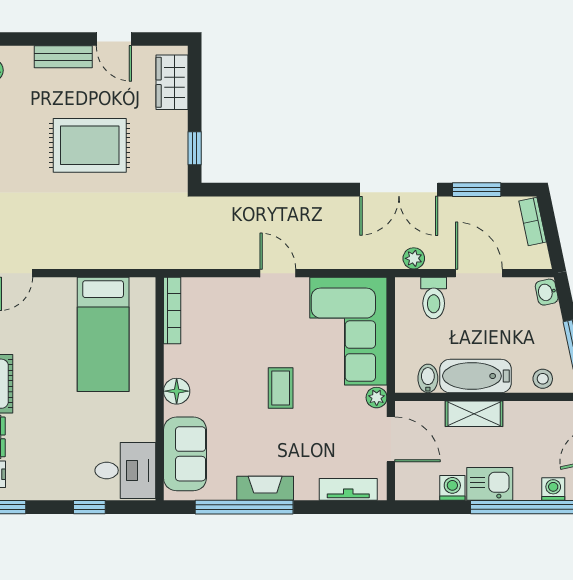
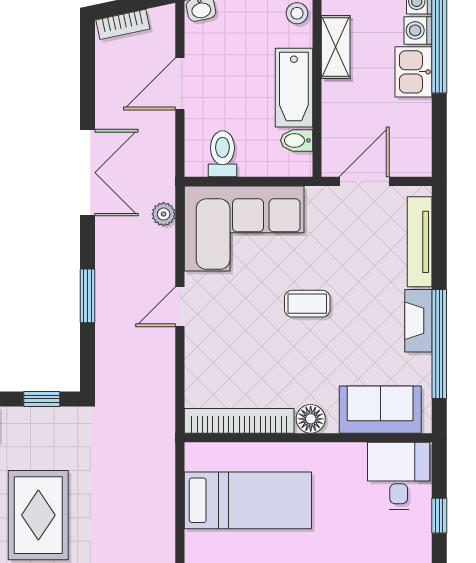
window: (477, 190) -> (87, 296), moved
plant: (414, 258) -> (164, 214), moved
toilet: (434, 298) -> (222, 154), moved, turned -90
bookcase: (172, 310) -> (239, 421), width x1.48, depth x1.31
plant: (377, 398) -> (318, 197), removed
shelving: (474, 414) -> (336, 47), moved
washing machine: (452, 488) -> (418, 30), moved
tv unit: (348, 489) -> (420, 242), width x1.41

